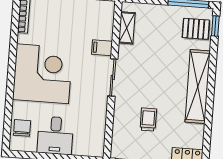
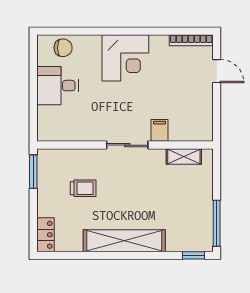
pallet: (196, 29) -> (189, 234), removed
corner desk: (43, 74) -> (125, 58), width x0.74, depth x0.74

